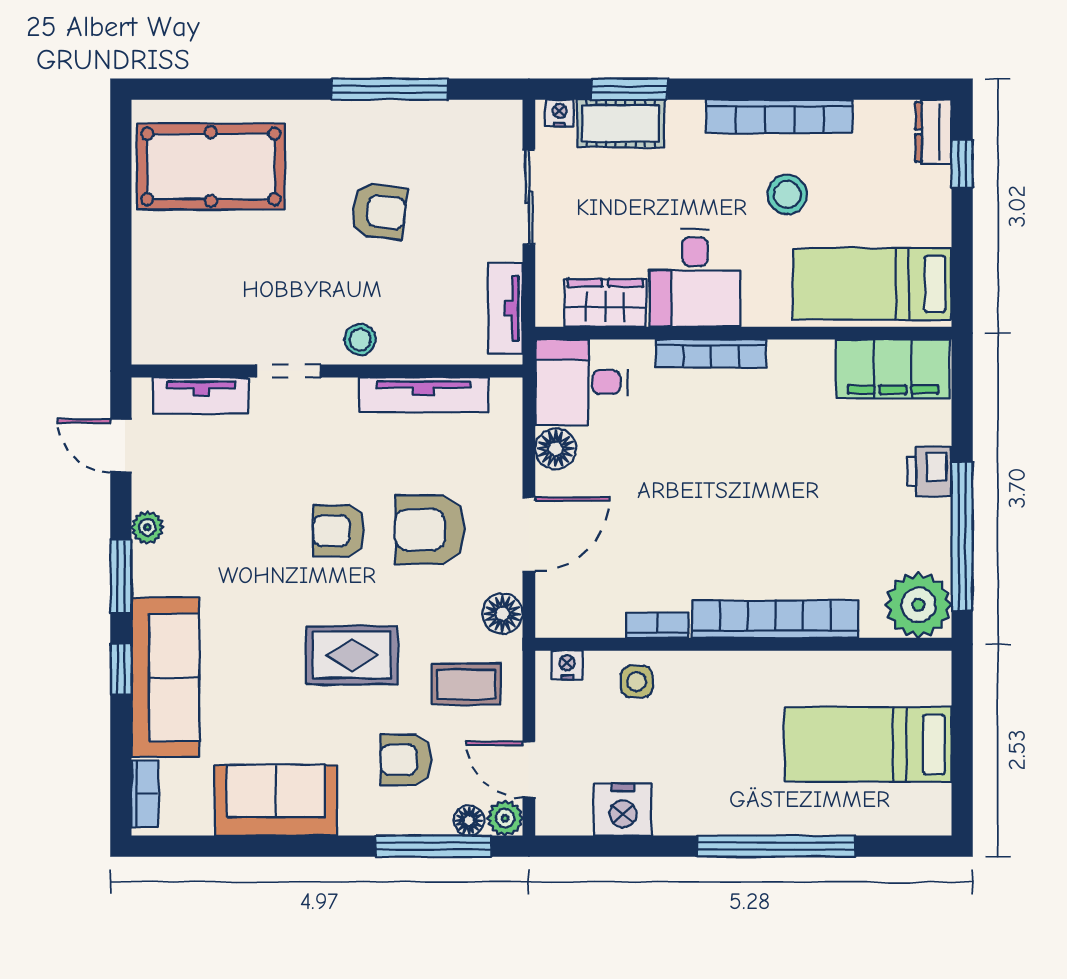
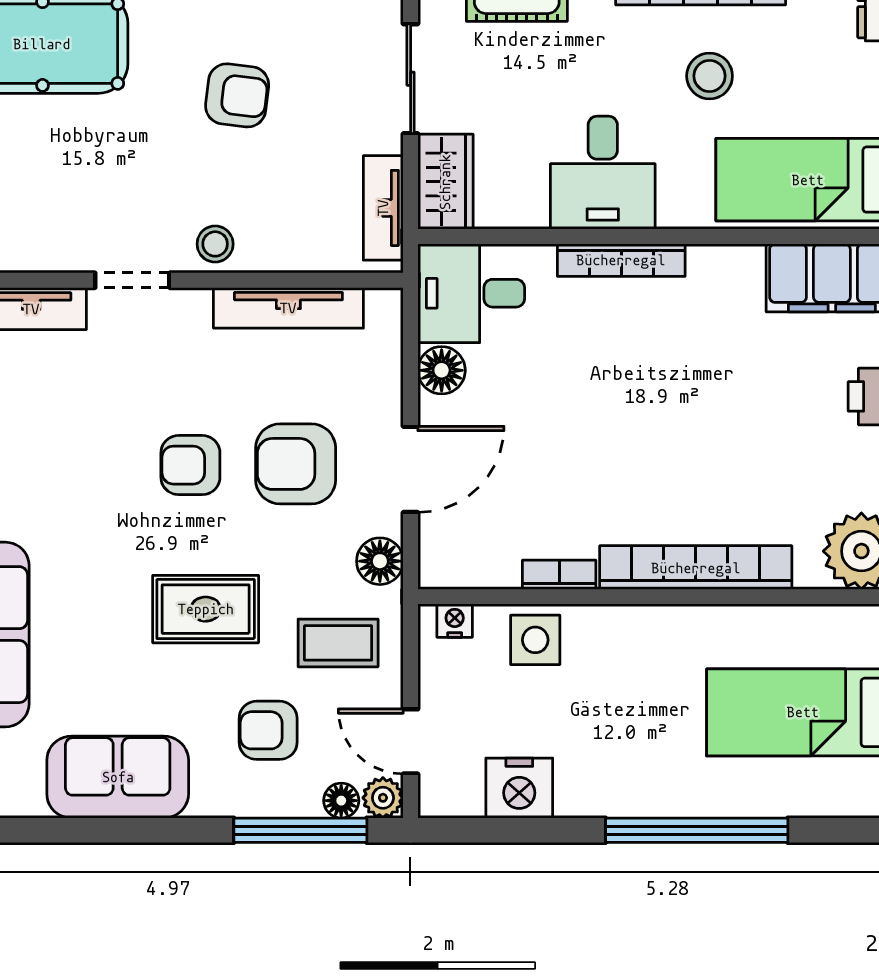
wardrobe: (605, 303) -> (445, 182), moved, turned 90
side table: (637, 682) -> (535, 640), width x1.37, depth x1.37

